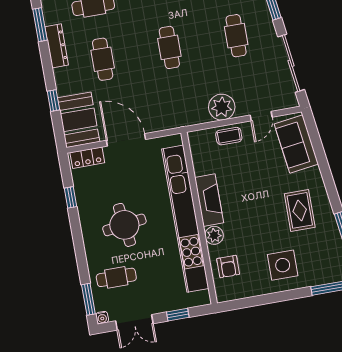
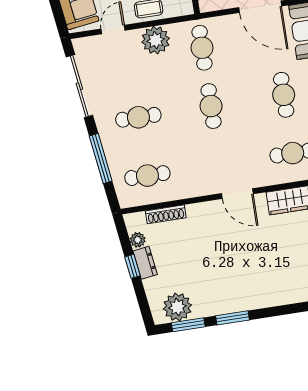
cafe table: (236, 36) -> (138, 117), turned 90
cafe table: (179, 101) -> (202, 48), added

